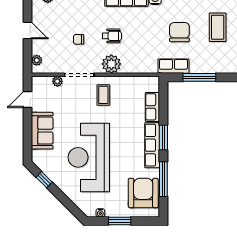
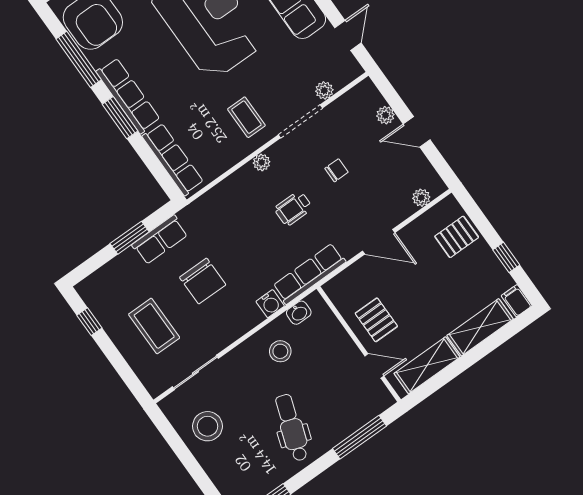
plant: (37, 60) -> (385, 115), moved
plant: (111, 64) -> (262, 162), width x0.53, depth x0.53
row of seats: (173, 66) -> (160, 240), moved
window: (199, 77) -> (130, 238), width x0.69
row of seats: (152, 107) -> (173, 159), width x1.48

